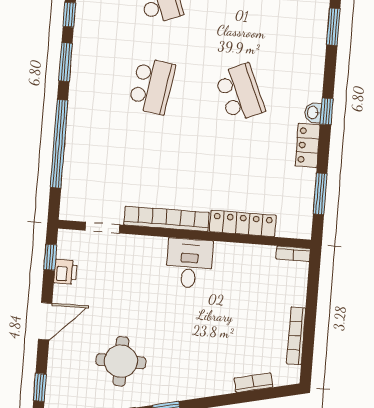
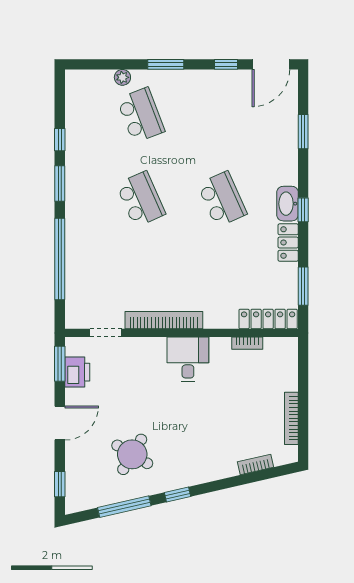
school desk: (152, 86) -> (141, 199), turned -33
washbasin: (313, 113) -> (288, 204), width x1.91, depth x1.45
locker: (243, 224) -> (268, 319), moved
bookcase: (293, 254) -> (247, 343), moved
window: (50, 257) -> (60, 364), width x1.50
printer: (65, 272) -> (77, 372), width x1.36, depth x1.24
round table: (121, 361) -> (132, 454), turned 31

